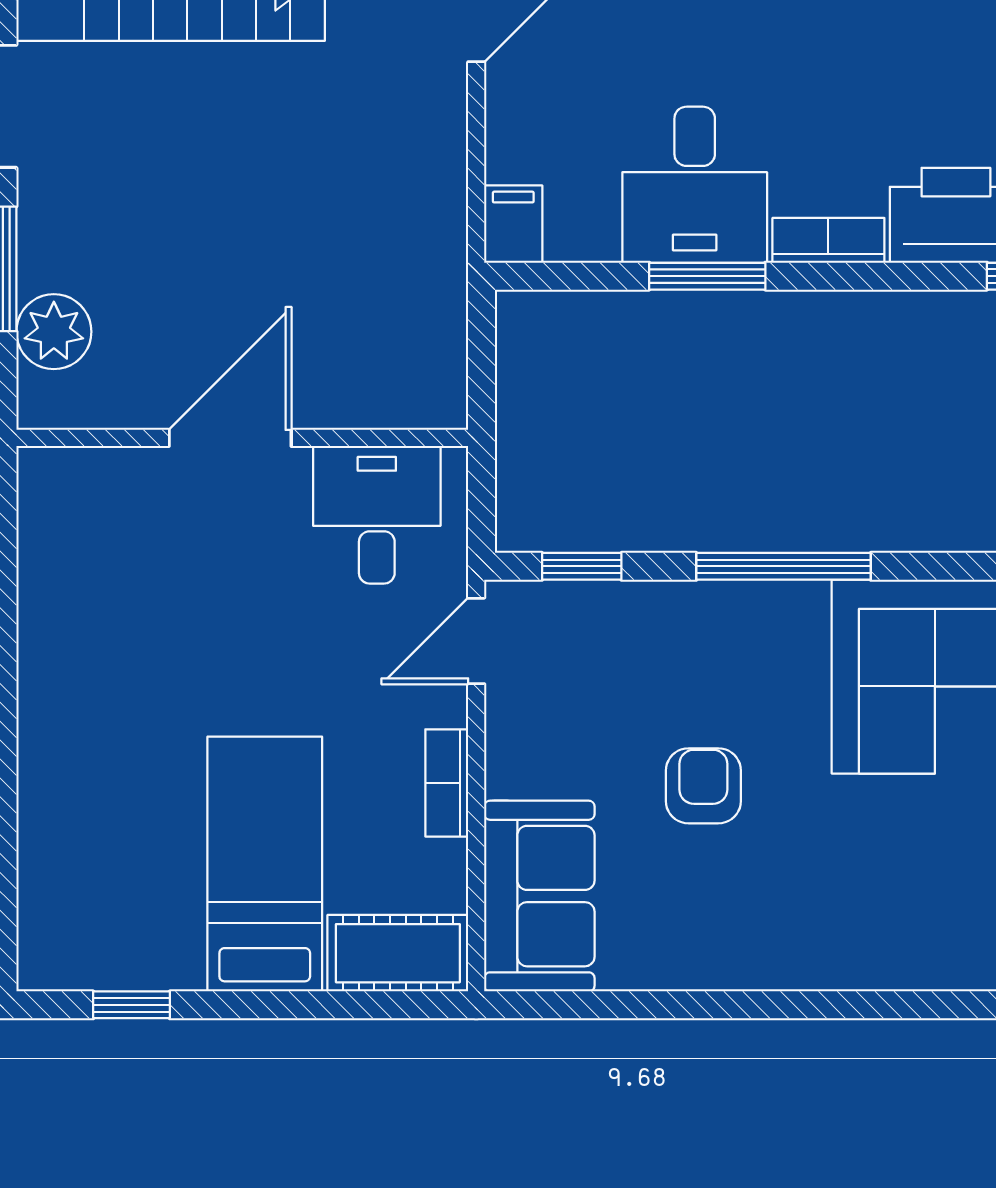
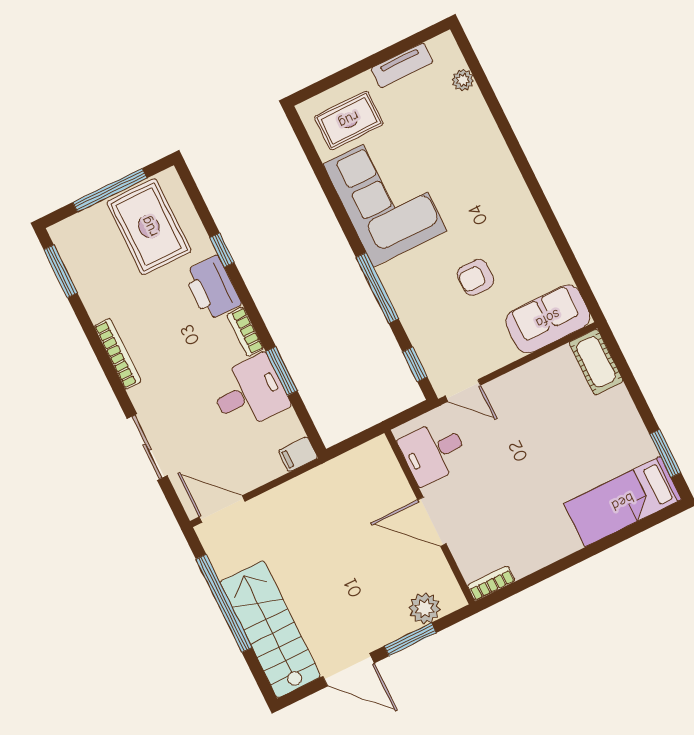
bookcase: (447, 783) -> (491, 583), moved, turned 180
bed: (265, 864) -> (623, 502), moved
window: (132, 1005) -> (665, 453), width x1.50

